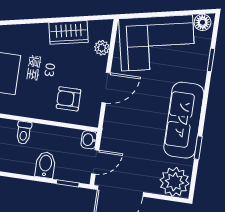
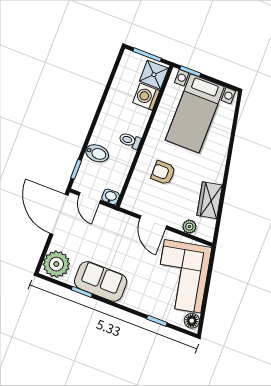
armchair: (68, 99) -> (163, 173), moved, turned -90
sofa: (184, 120) -> (101, 281), width x0.73

